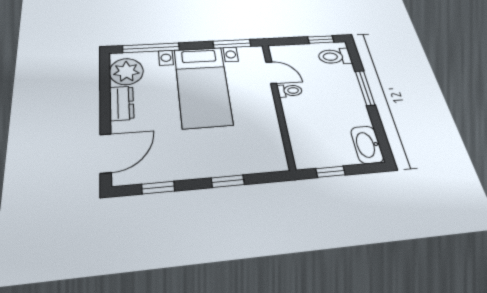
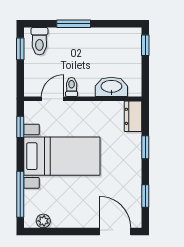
window: (232, 44) -> (20, 127), width x0.67
plant: (126, 72) -> (43, 221), width x0.53, depth x0.53
dresser: (122, 103) -> (133, 116), moved, turned -90
washbasin: (367, 145) -> (111, 87), moved, turned 180
window: (331, 172) -> (145, 45), moved

